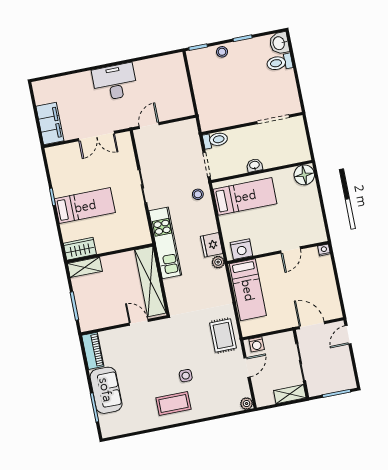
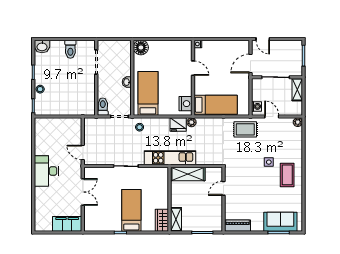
toilet: (279, 63) -> (70, 49), moved
shelving: (150, 282) -> (188, 174), width x0.68
sofa: (106, 390) -> (280, 222), moved

